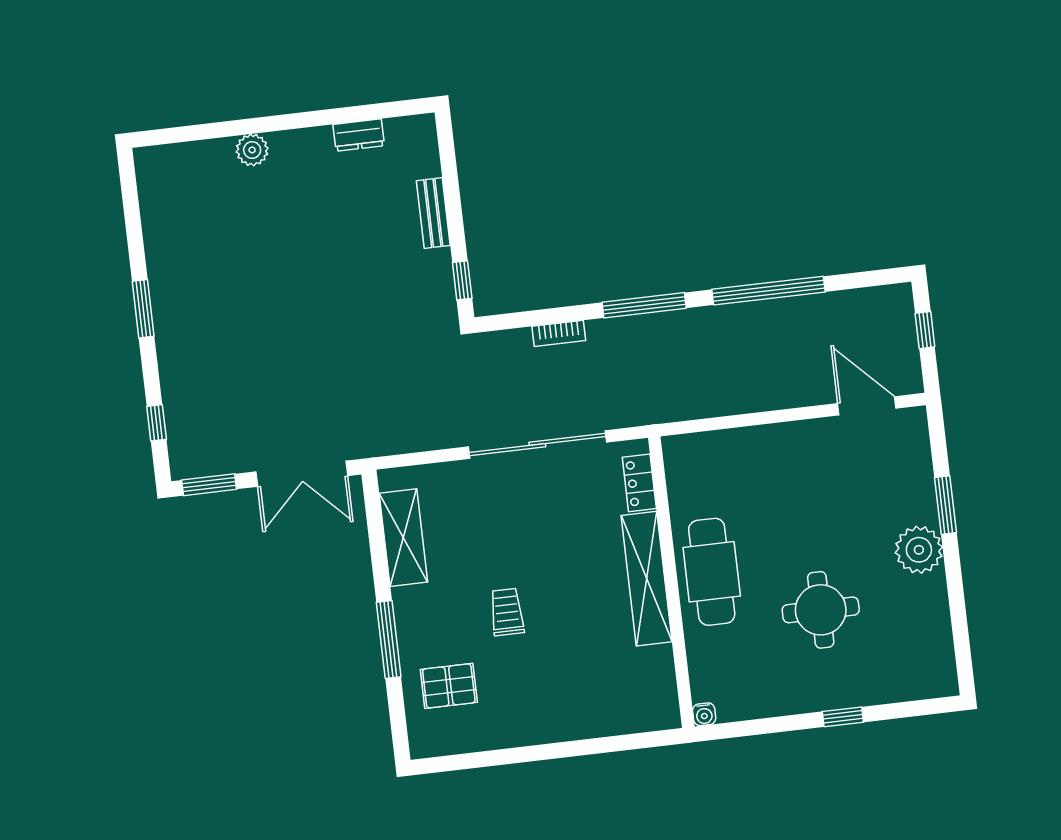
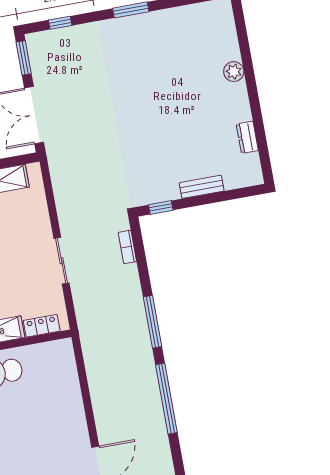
bookcase: (559, 333) -> (127, 247), moved
sliding door: (537, 445) -> (62, 261), width x0.54

